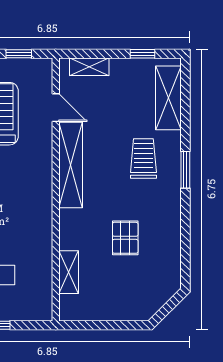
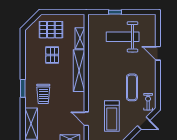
shelving: (71, 165) -> (79, 71), moved
pallet: (128, 289) -> (51, 30), added

